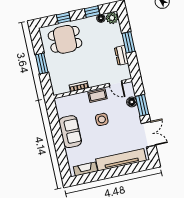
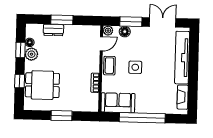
plant: (112, 18) -> (31, 54), moved
dining table: (65, 39) -> (42, 85), turned 90
dresser: (121, 55) -> (53, 30), moved
plant: (129, 87) -> (108, 31), added
sofa: (70, 132) -> (118, 103), moved
window: (58, 137) -> (142, 118), added

